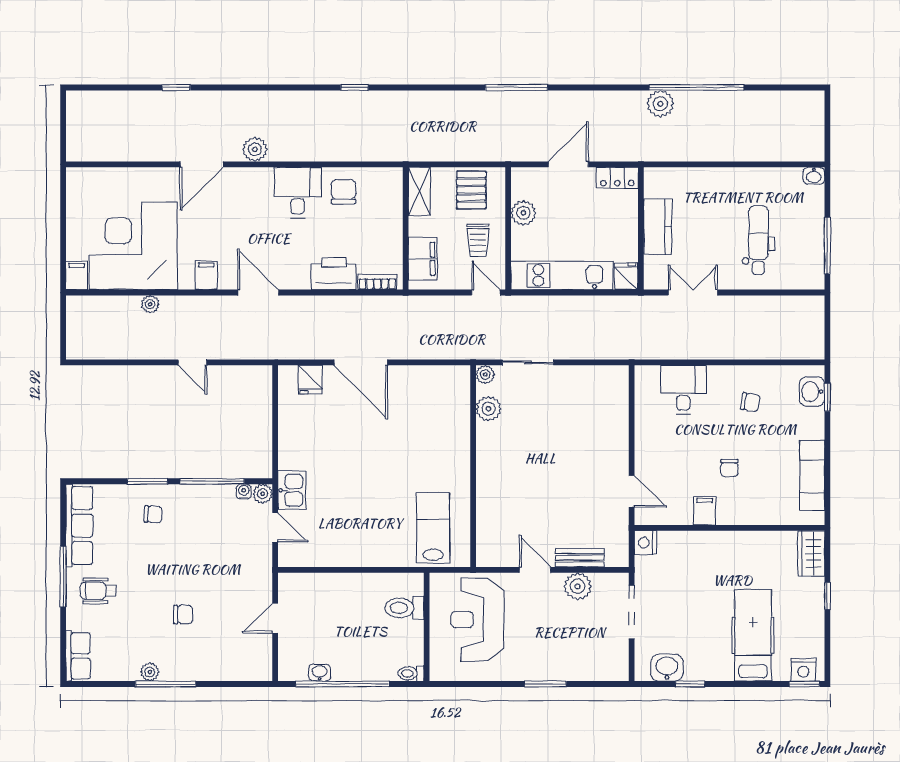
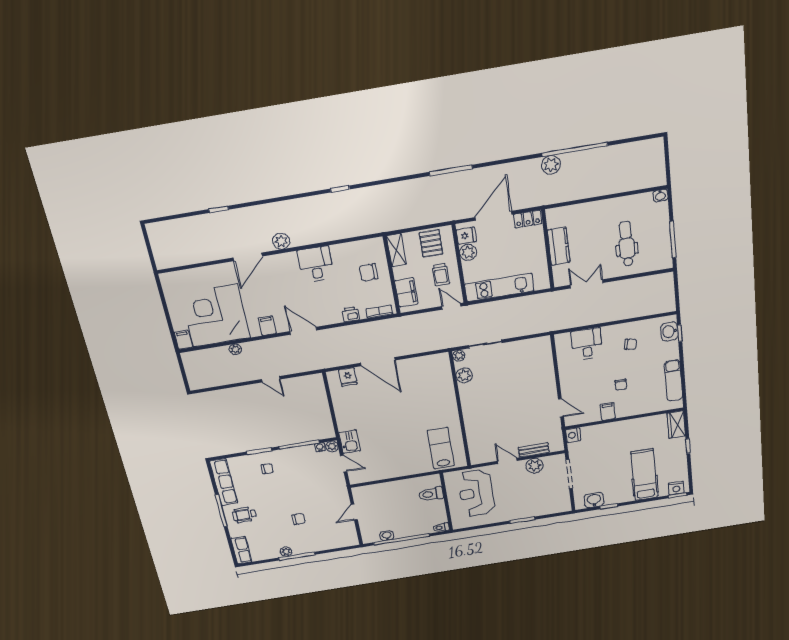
door: (568, 164) -> (494, 216), width x1.36
chair: (343, 192) -> (368, 272), moved, turned -90
printer: (334, 274) -> (351, 314), width x0.53, depth x0.68
fridge: (626, 276) -> (466, 236), moved, turned 90

